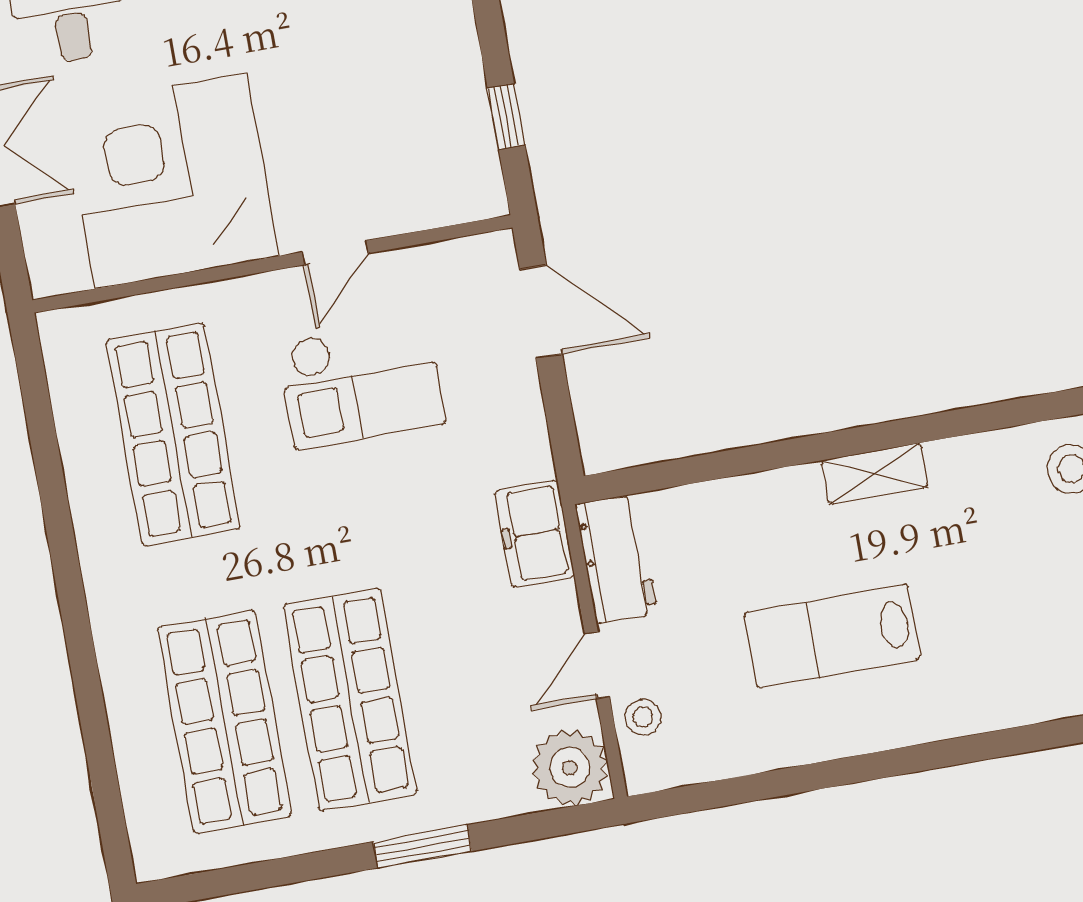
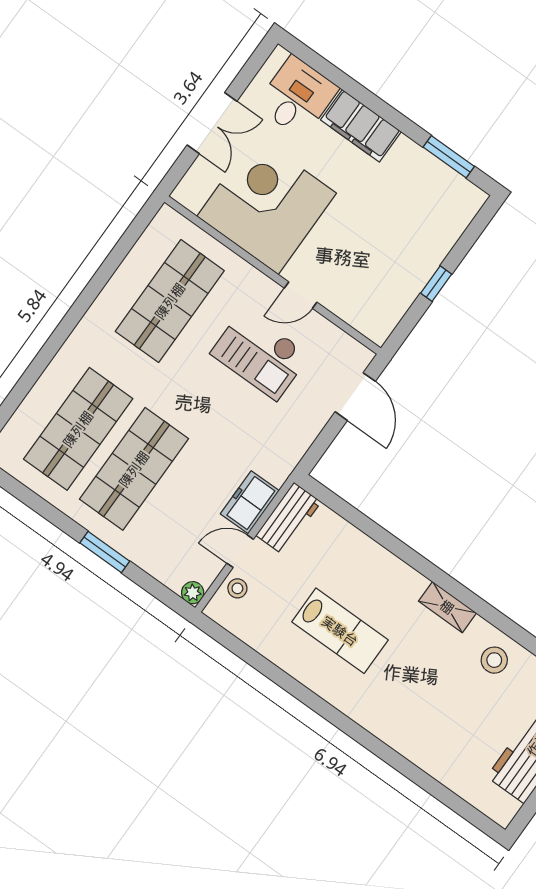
window: (506, 117) -> (436, 284), moved
shelving: (875, 474) -> (447, 607), moved
freezer: (535, 534) -> (250, 502), moved
lab bench: (832, 636) -> (340, 631), turned 180
plant: (570, 768) -> (193, 593), width x0.53, depth x0.53

